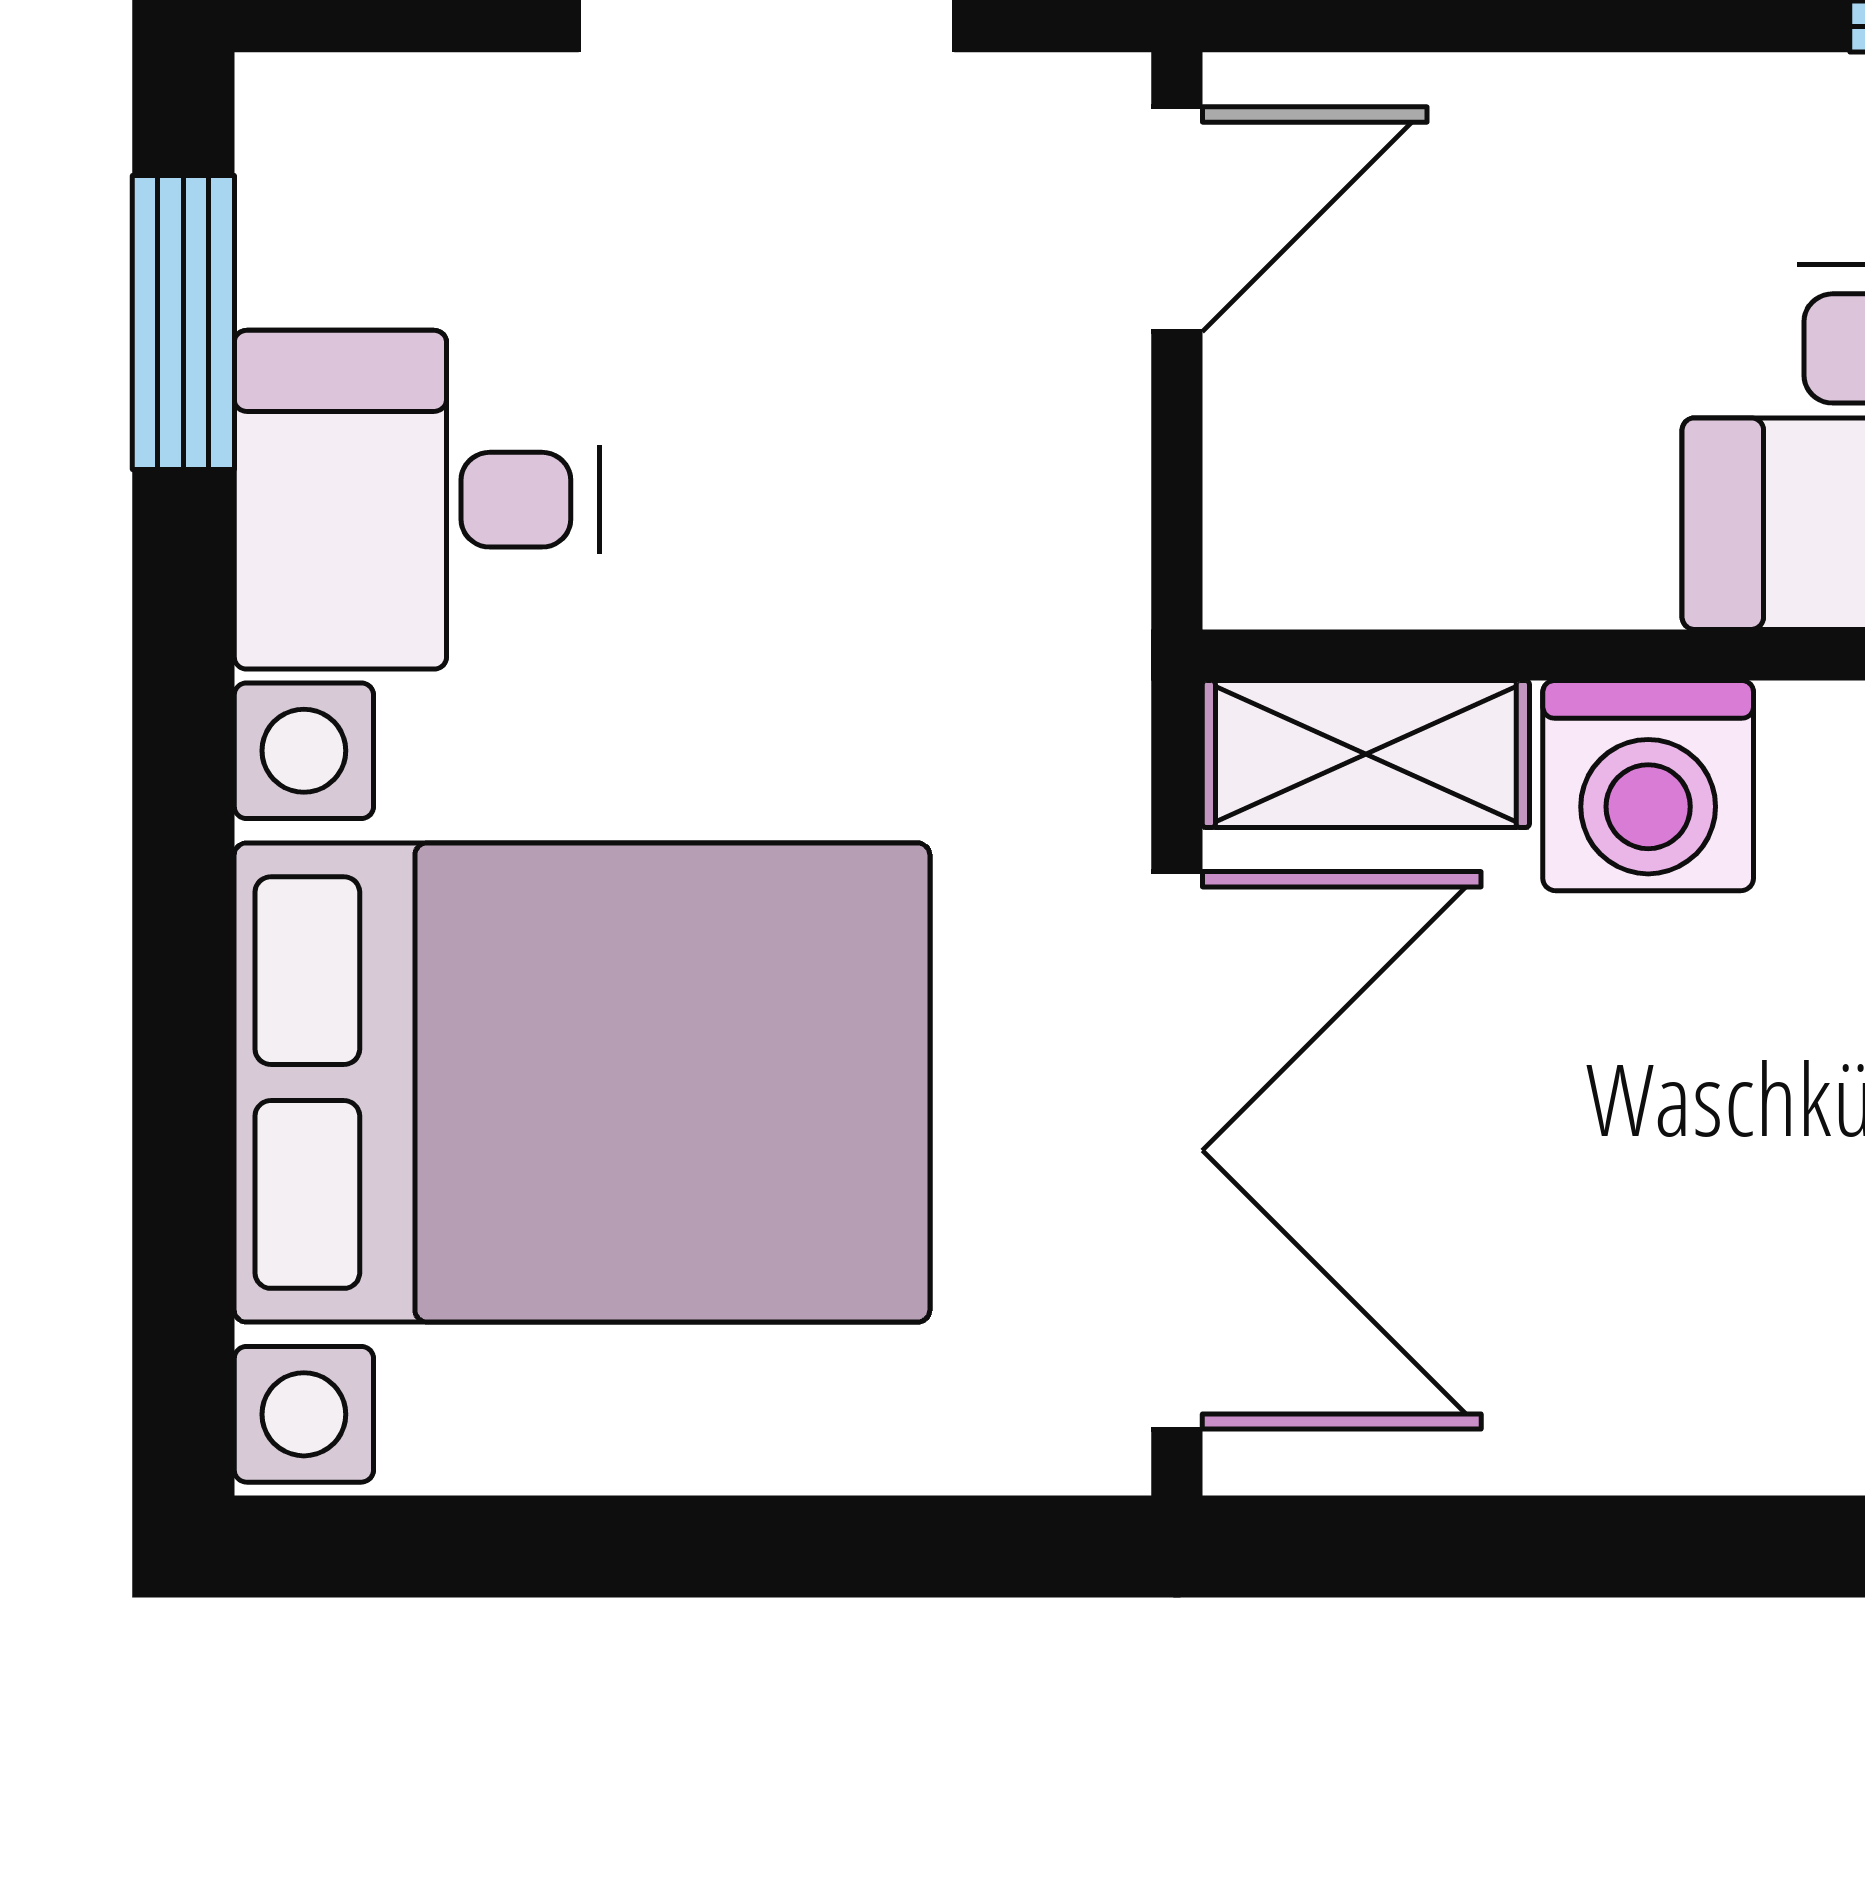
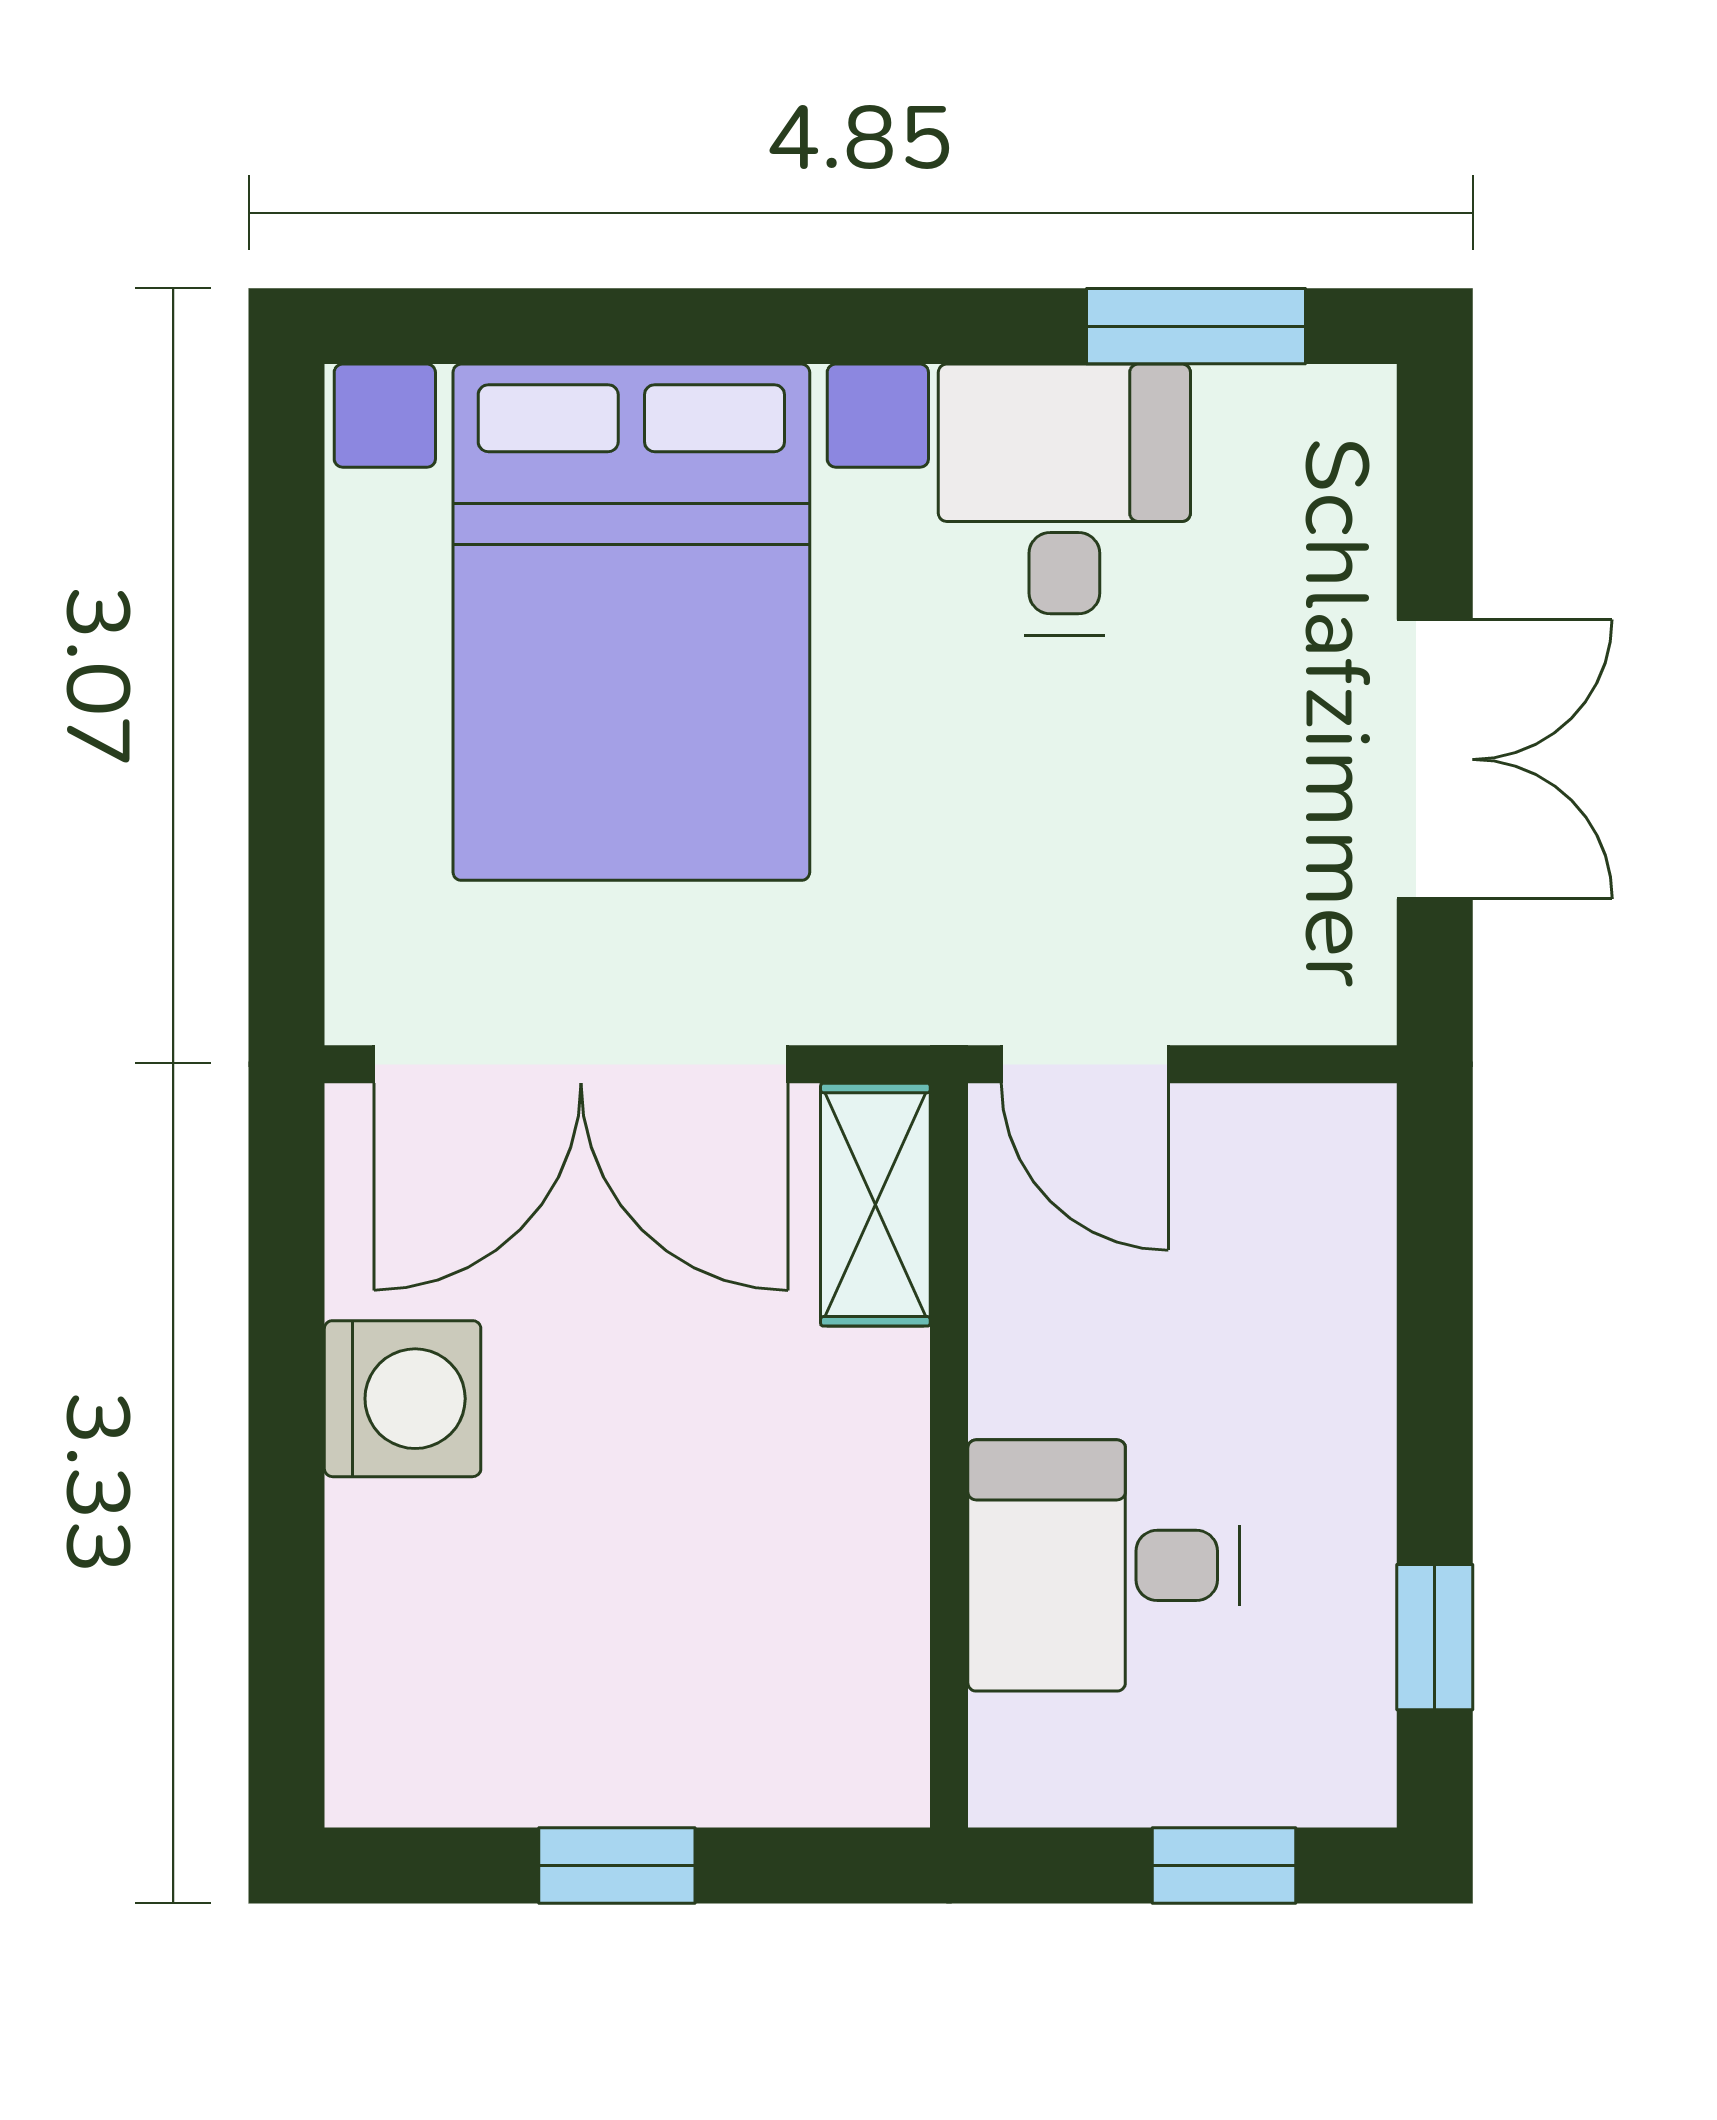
door: (1177, 219) -> (1085, 1064), moved
washing machine: (1648, 786) -> (403, 1399), moved, turned 180

